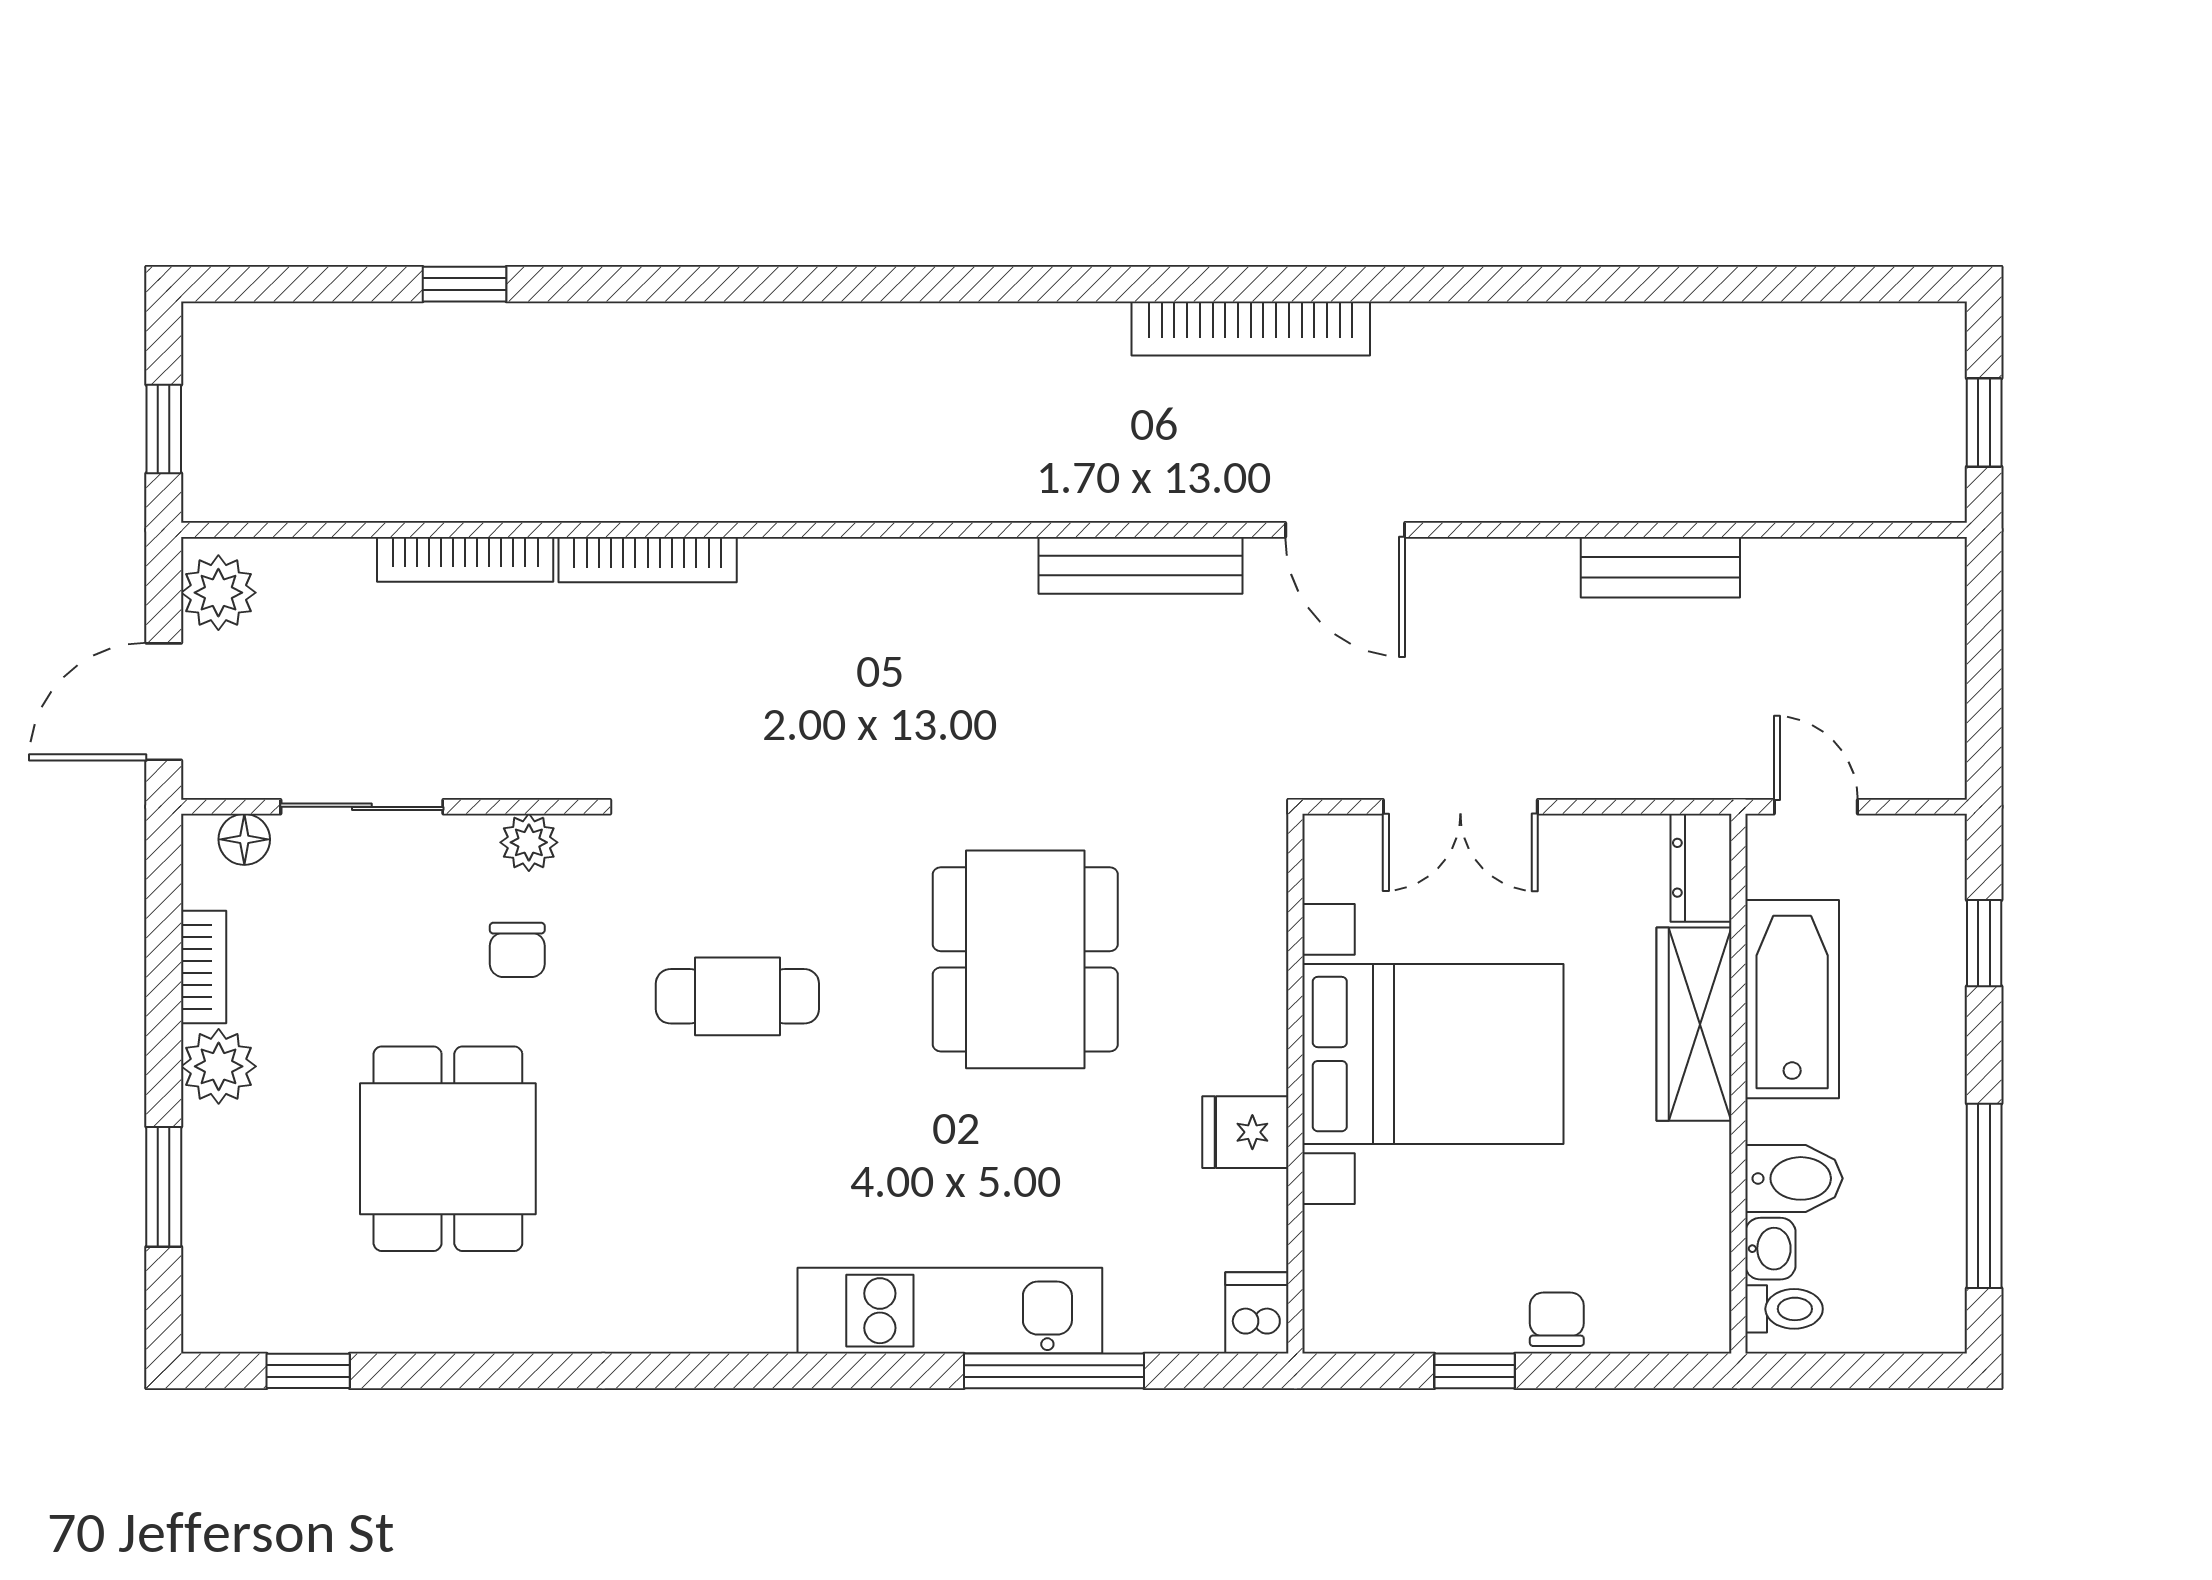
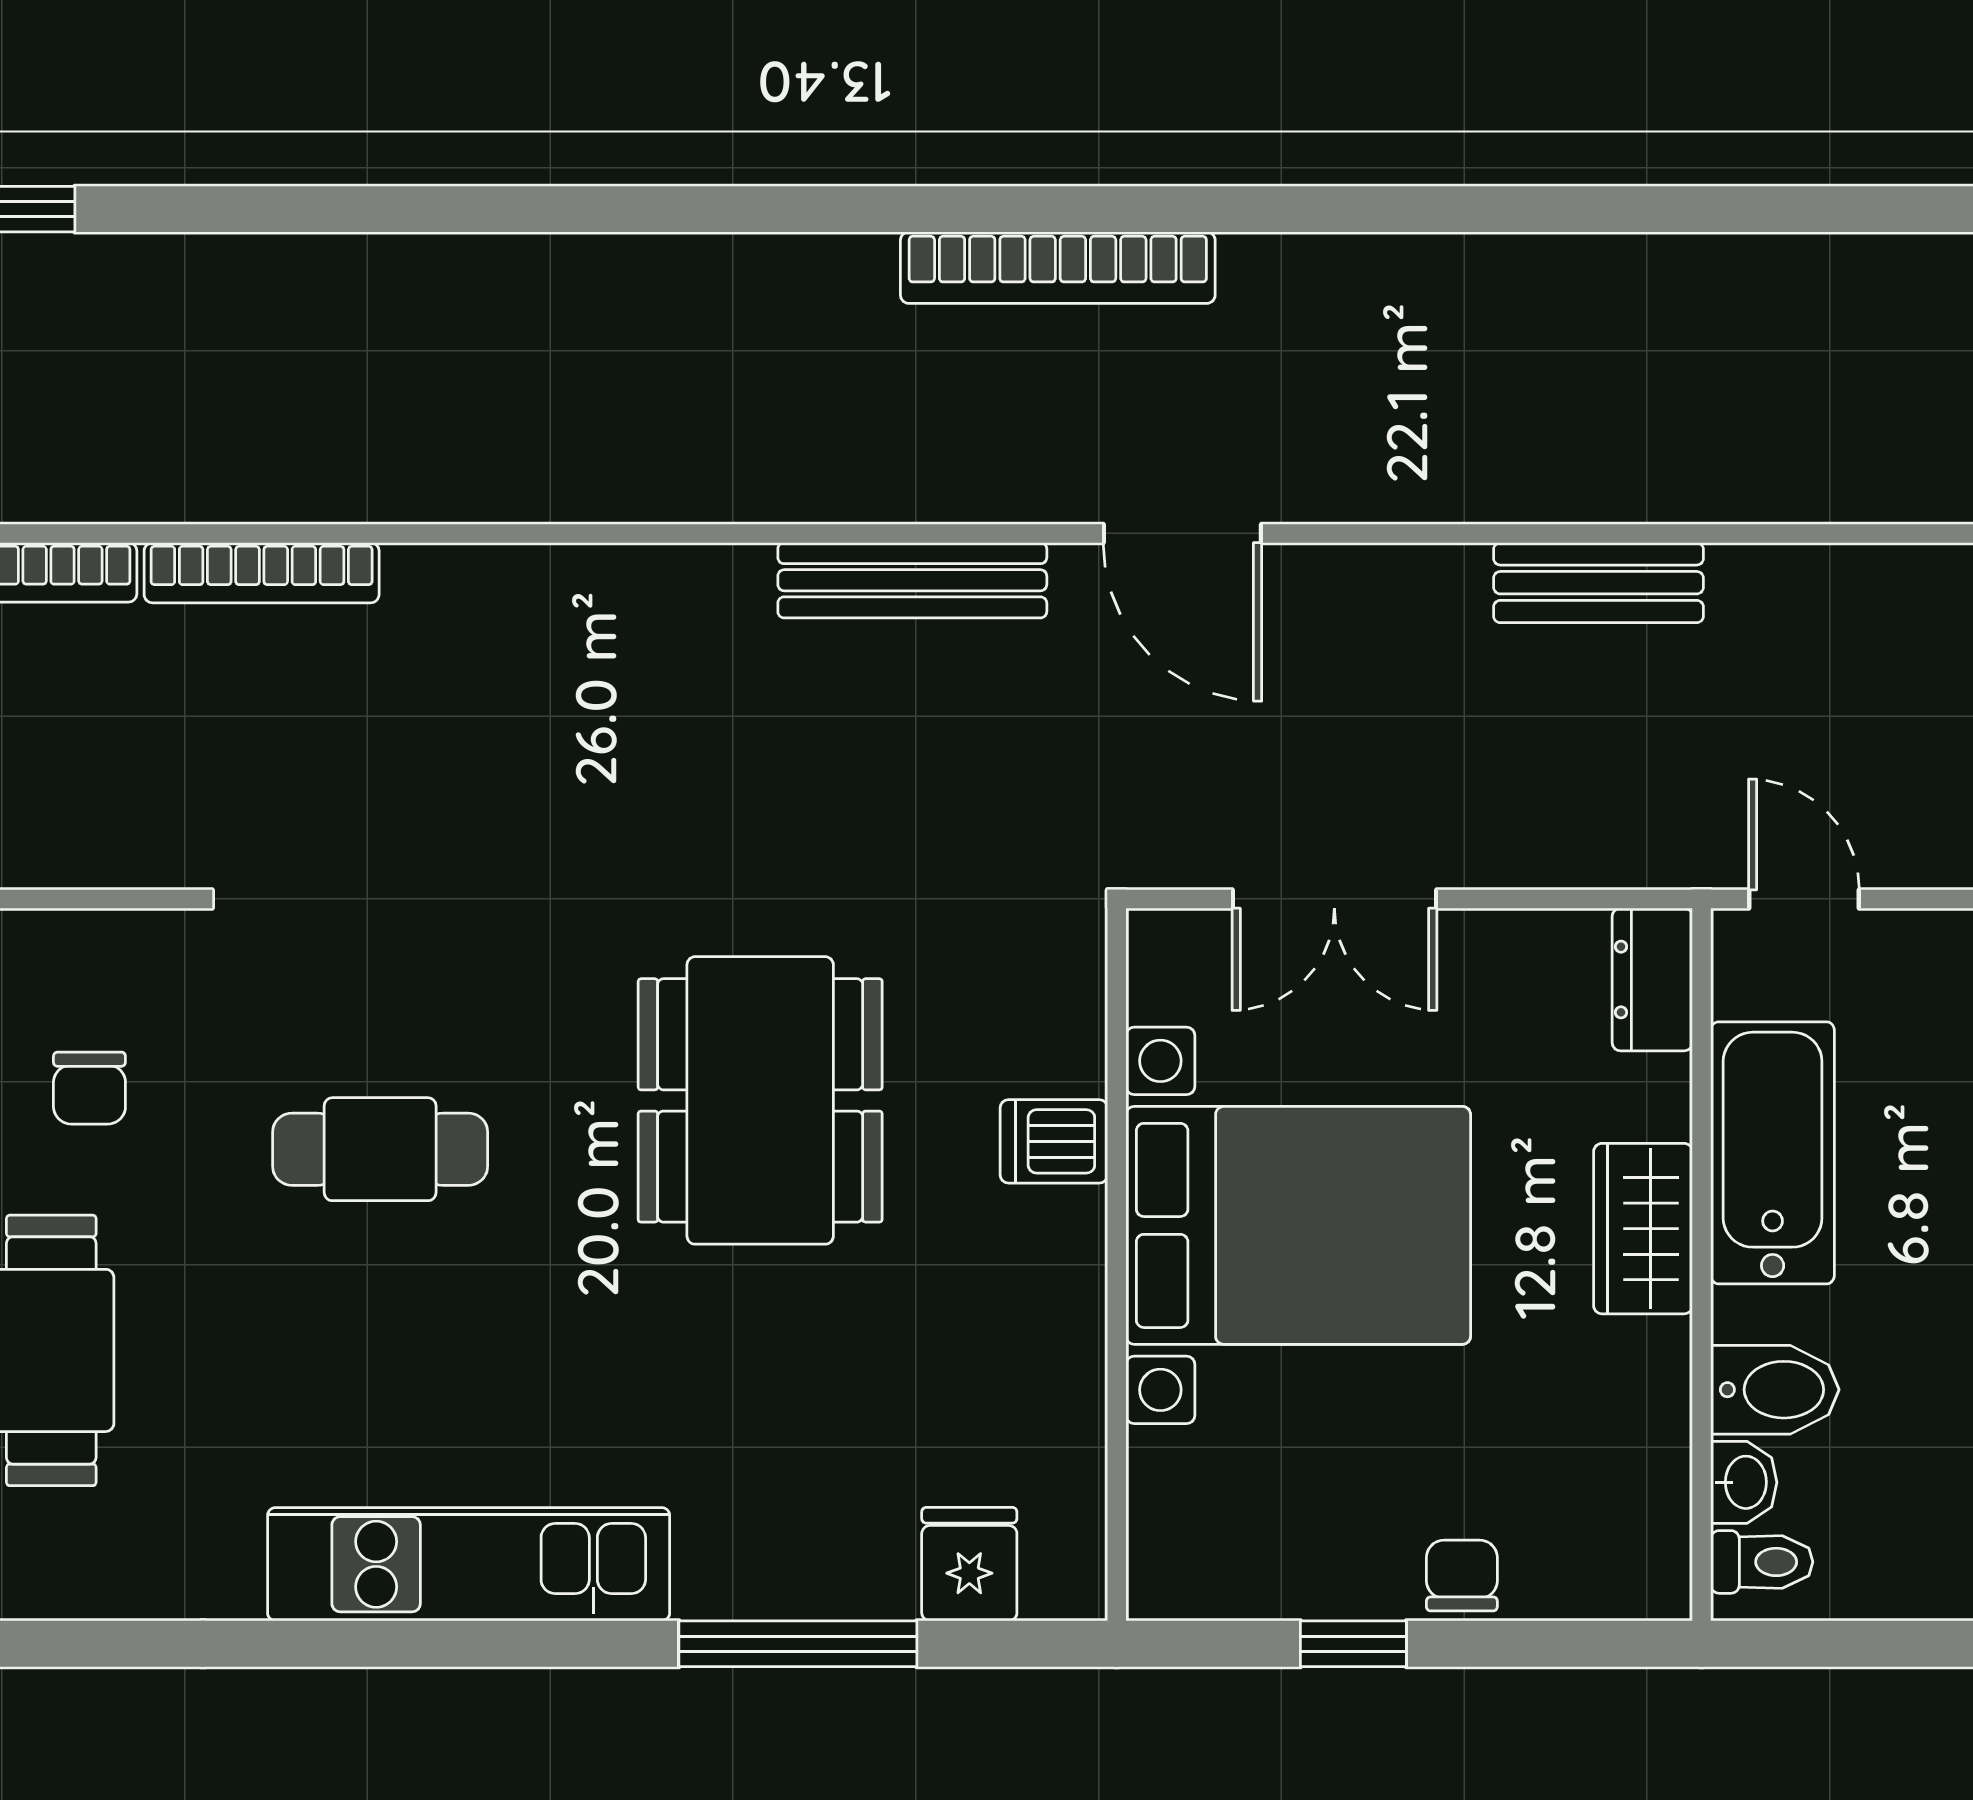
plant: (529, 842) -> (105, 946), removed
wardrobe: (1694, 1024) -> (1643, 1229), width x0.67
fridge: (1245, 1132) -> (969, 1564), moved, turned 90
kitchen unit: (950, 1311) -> (469, 1564), moved
dishwasher: (1257, 1313) -> (1054, 1141), moved, turned -90

